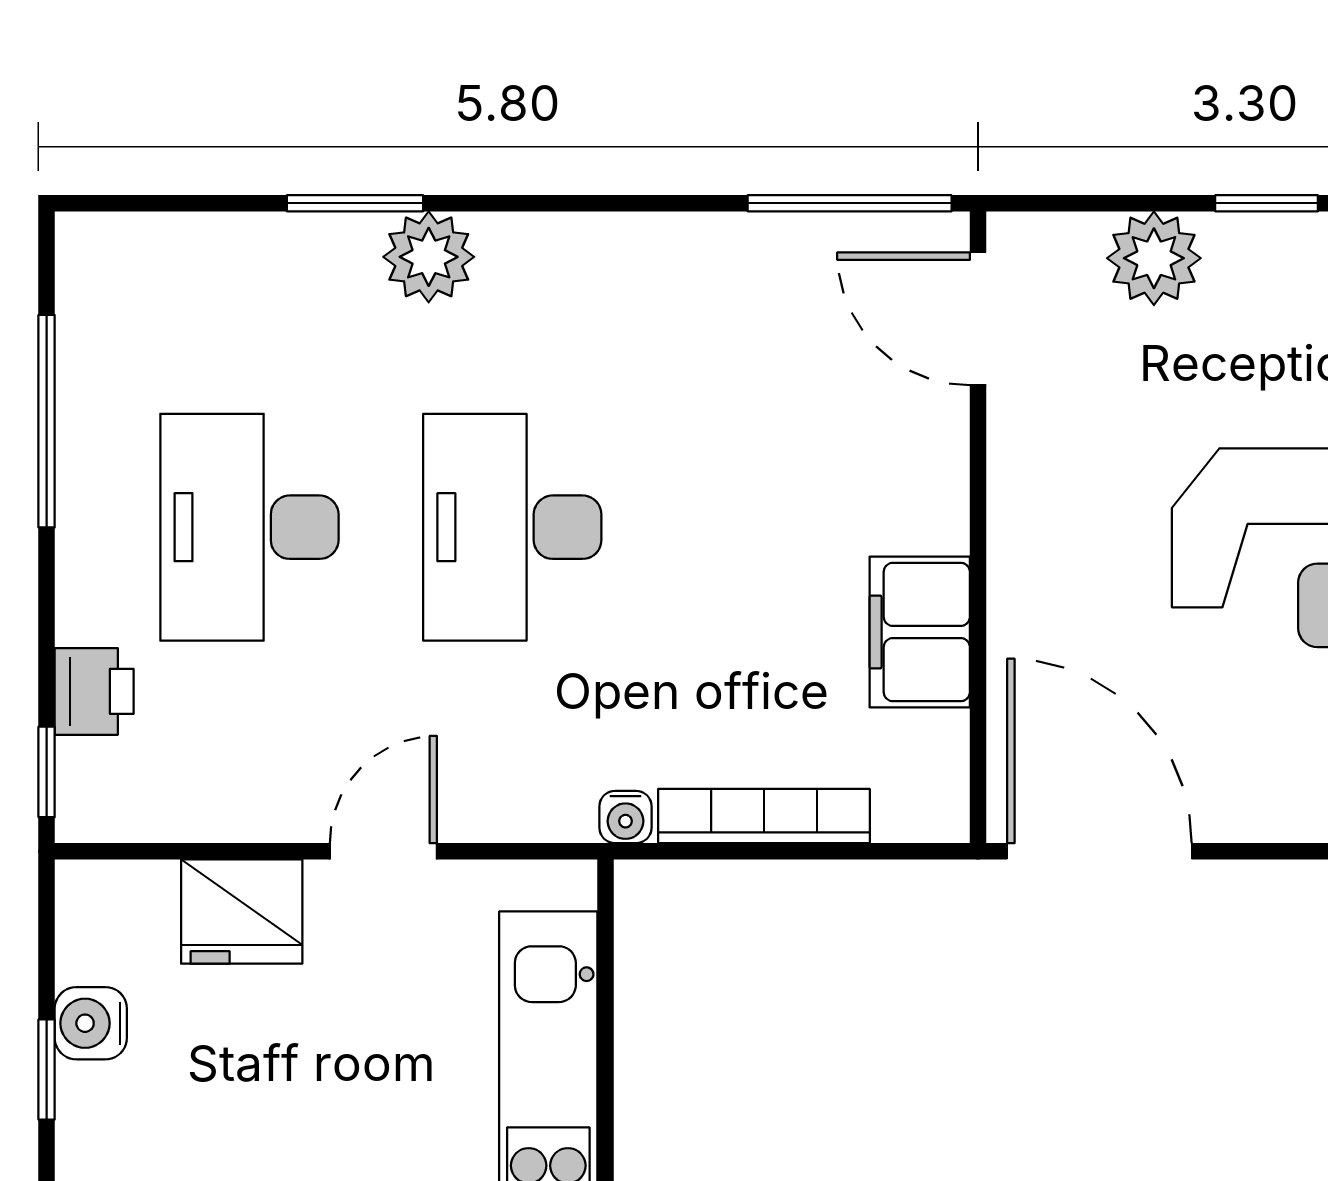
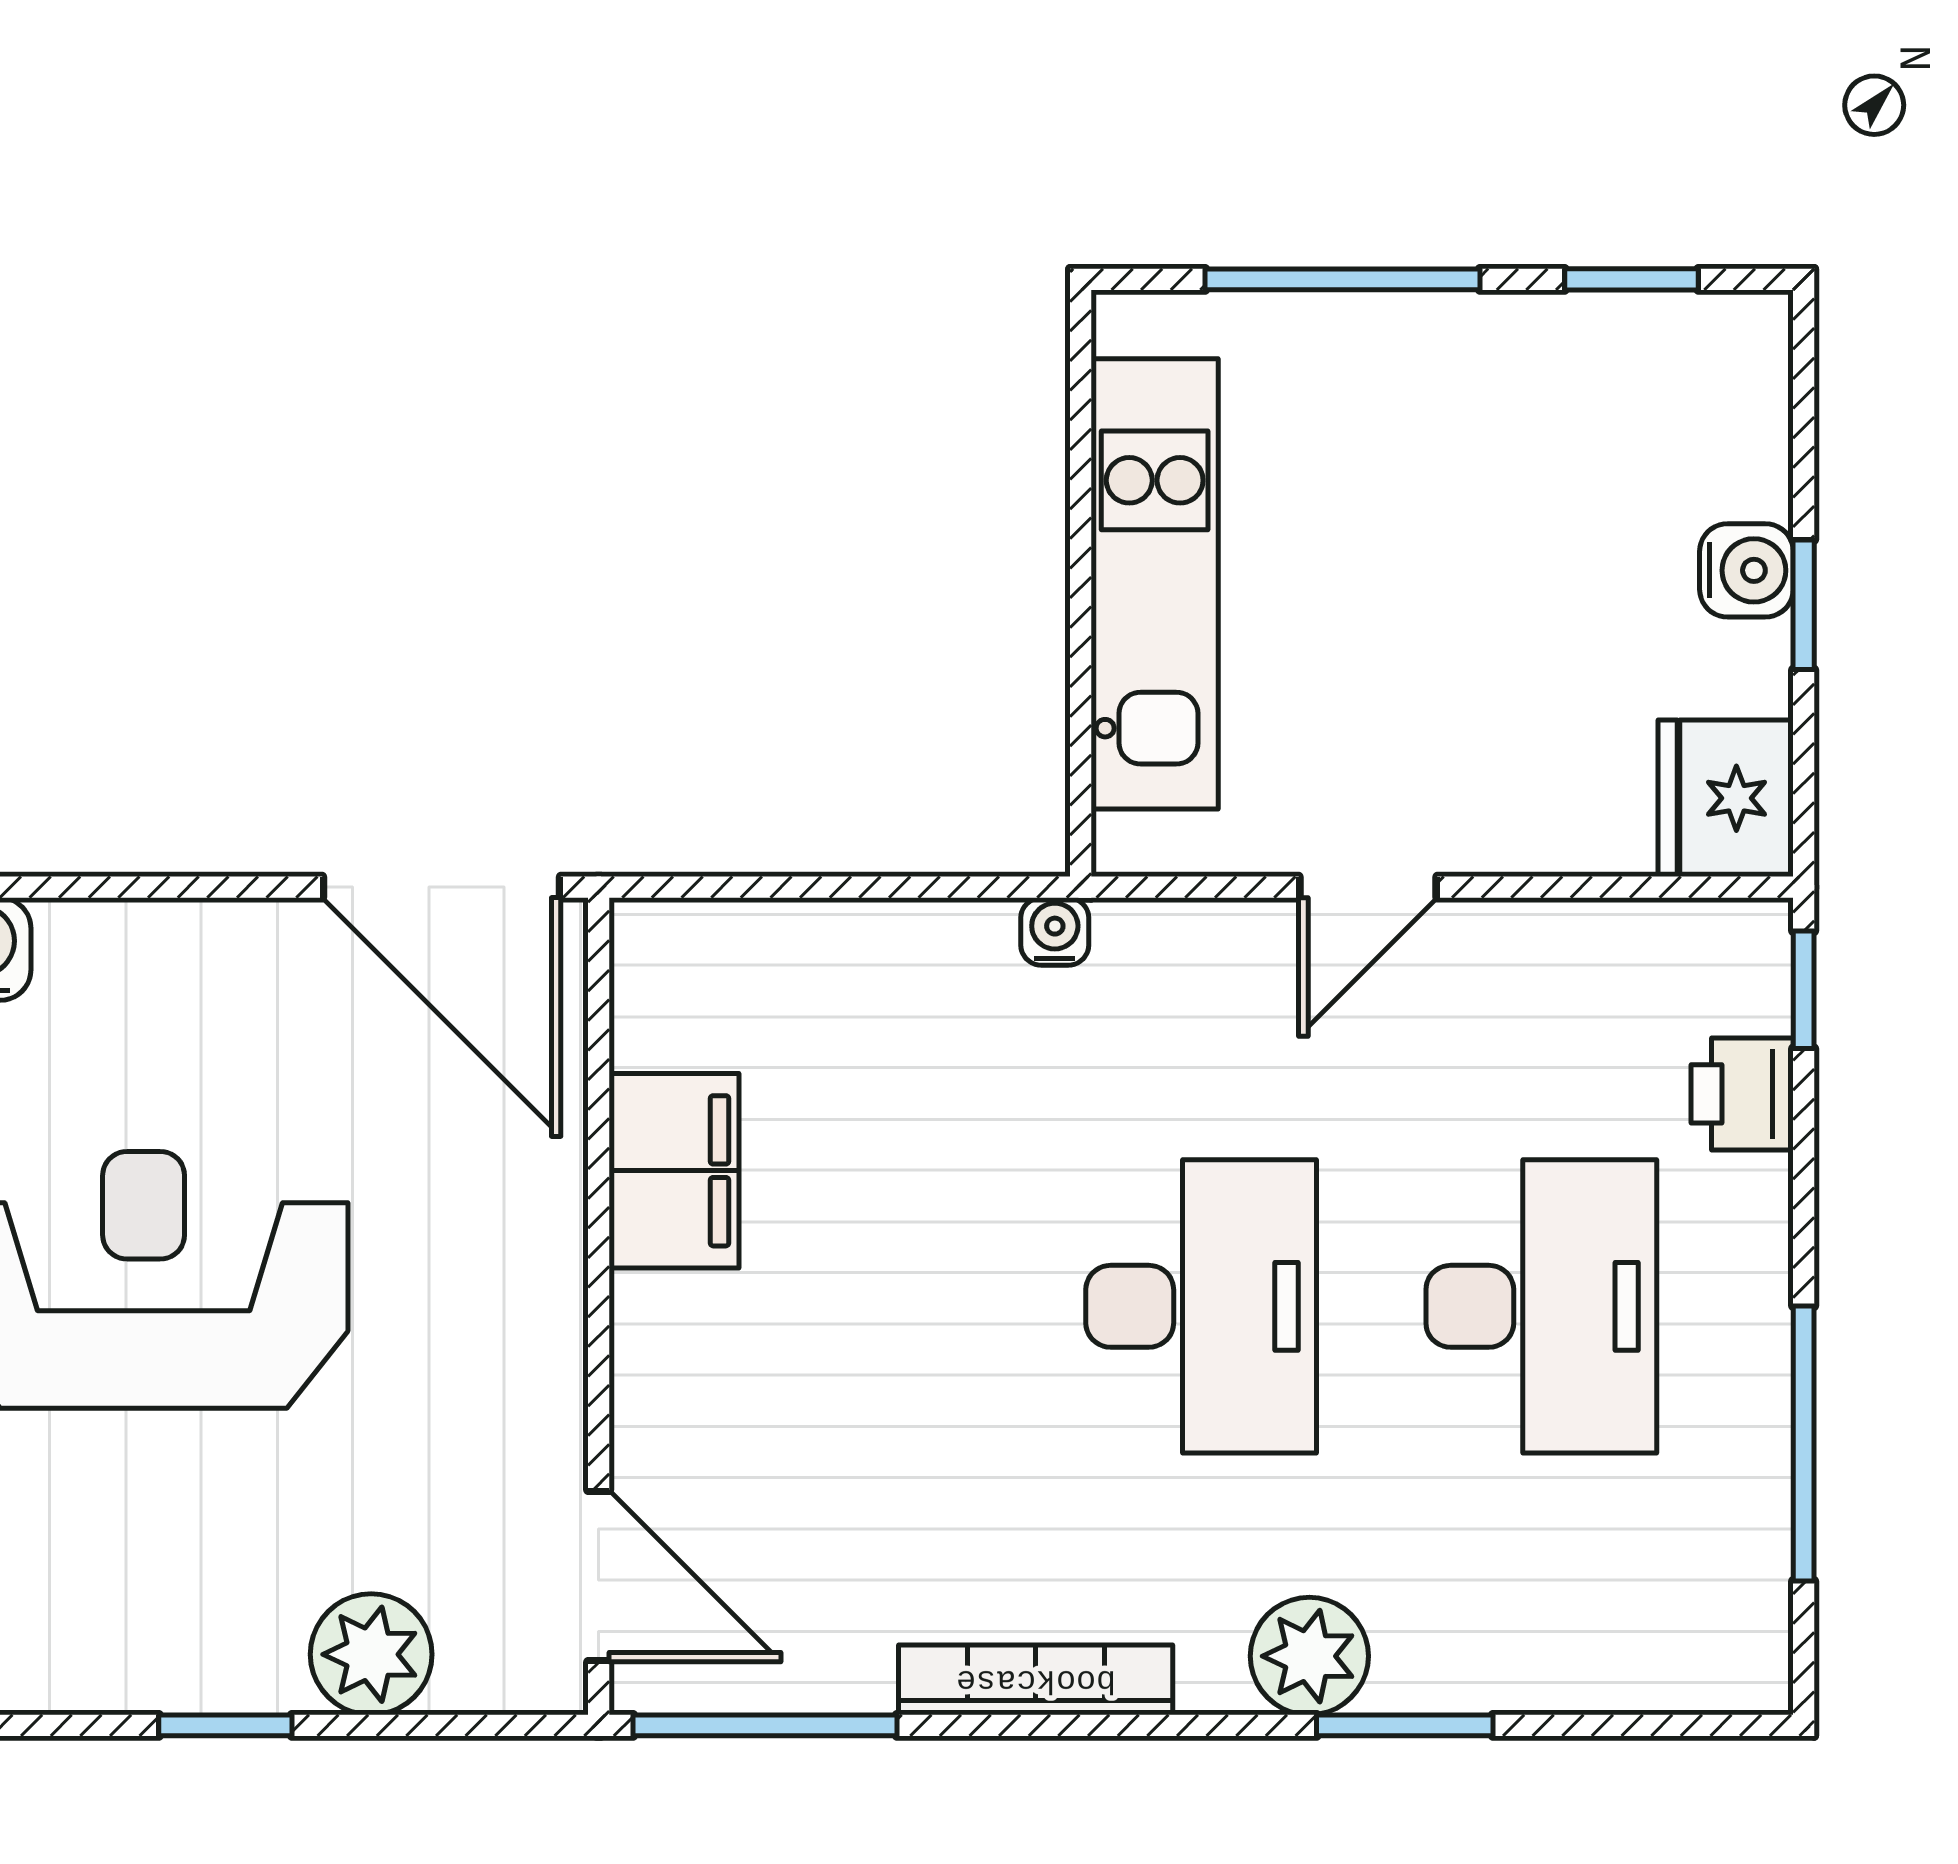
bookcase: (764, 816) -> (1036, 1680), moved, turned 180
fridge: (242, 912) -> (1726, 798), moved, turned -90
water cooler: (91, 1023) -> (1746, 570), moved

